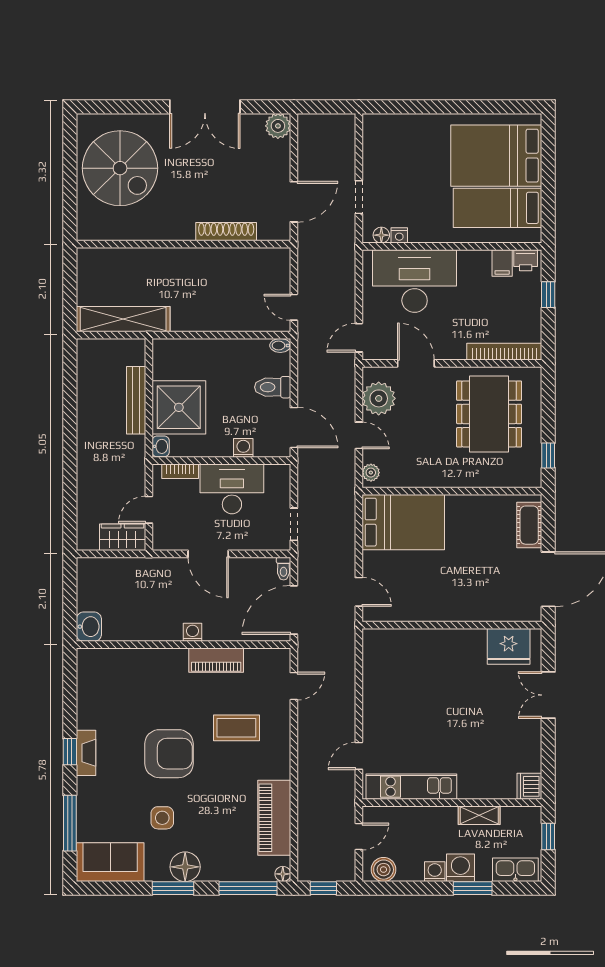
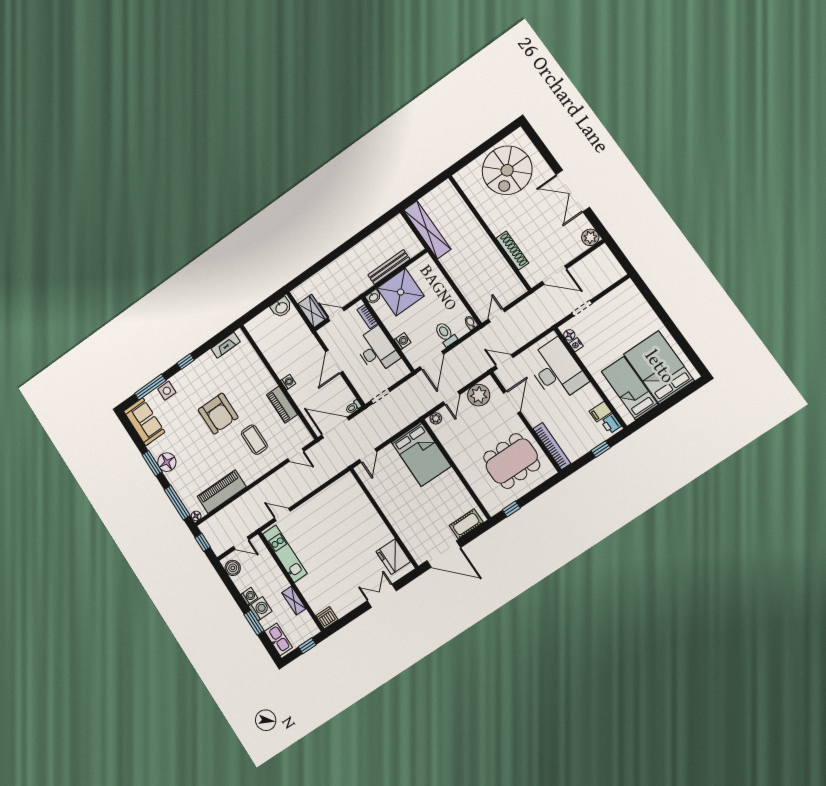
washbasin: (89, 627) -> (281, 307), moved
fireplace: (86, 753) -> (226, 345), moved
side table: (162, 818) -> (167, 391), moved

